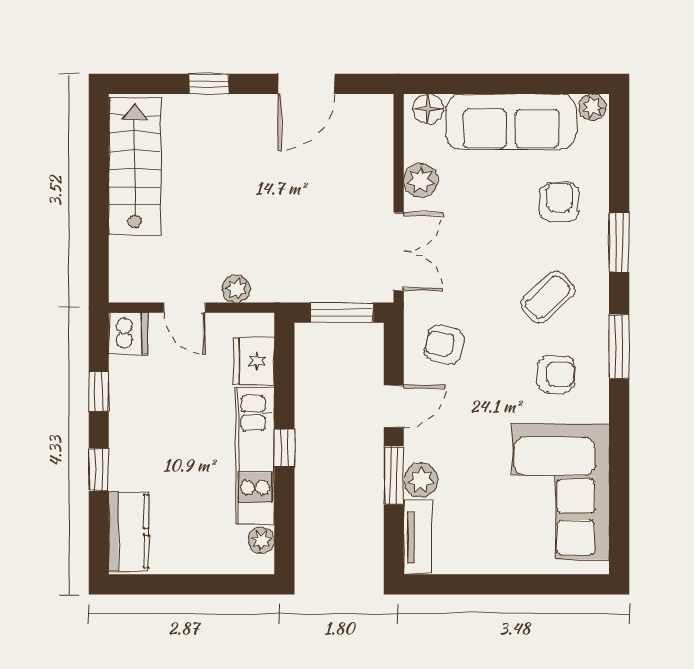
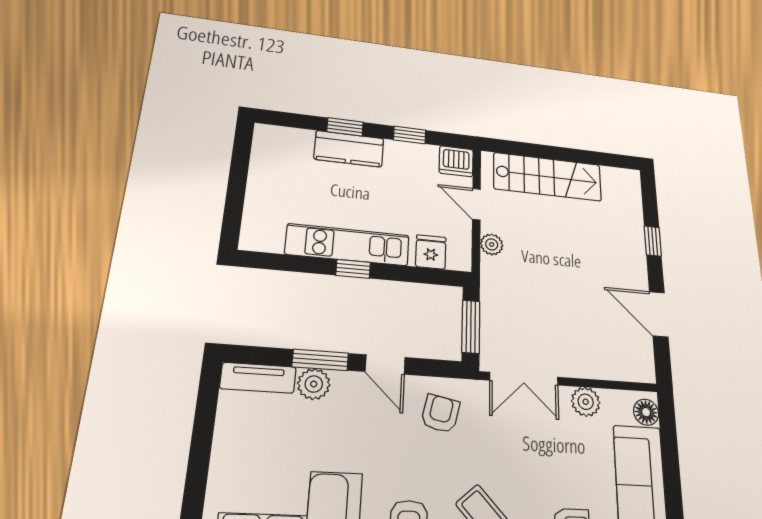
stairs: (135, 166) -> (548, 177), moved
door: (185, 308) -> (476, 204), hinge flipped
fridge: (254, 361) -> (431, 252), width x0.72
kitchen counter: (129, 532) -> (349, 149), moved
plant: (261, 540) -> (271, 242), removed

